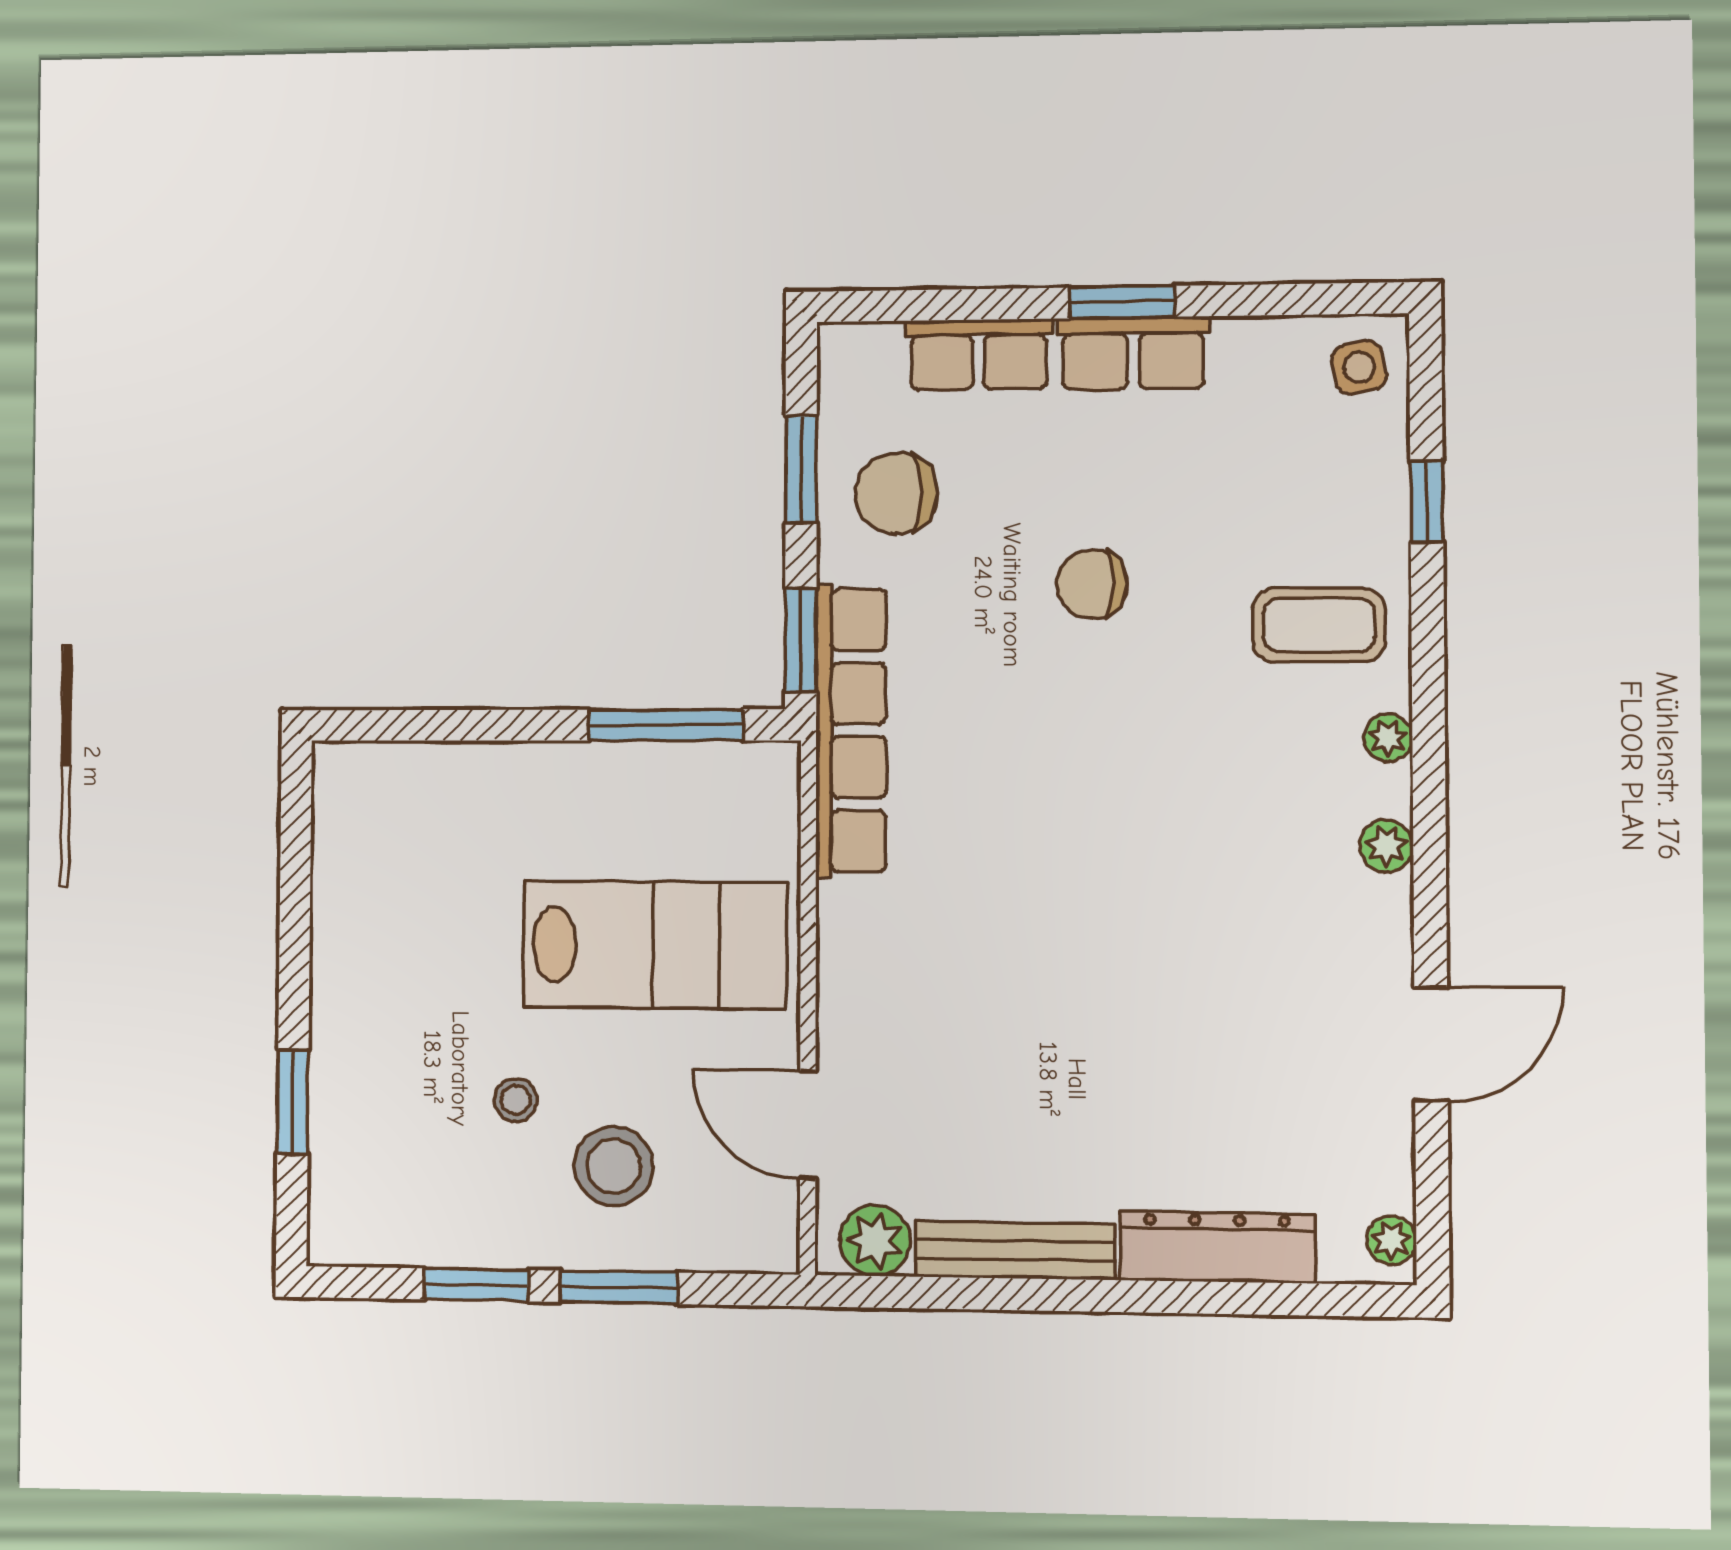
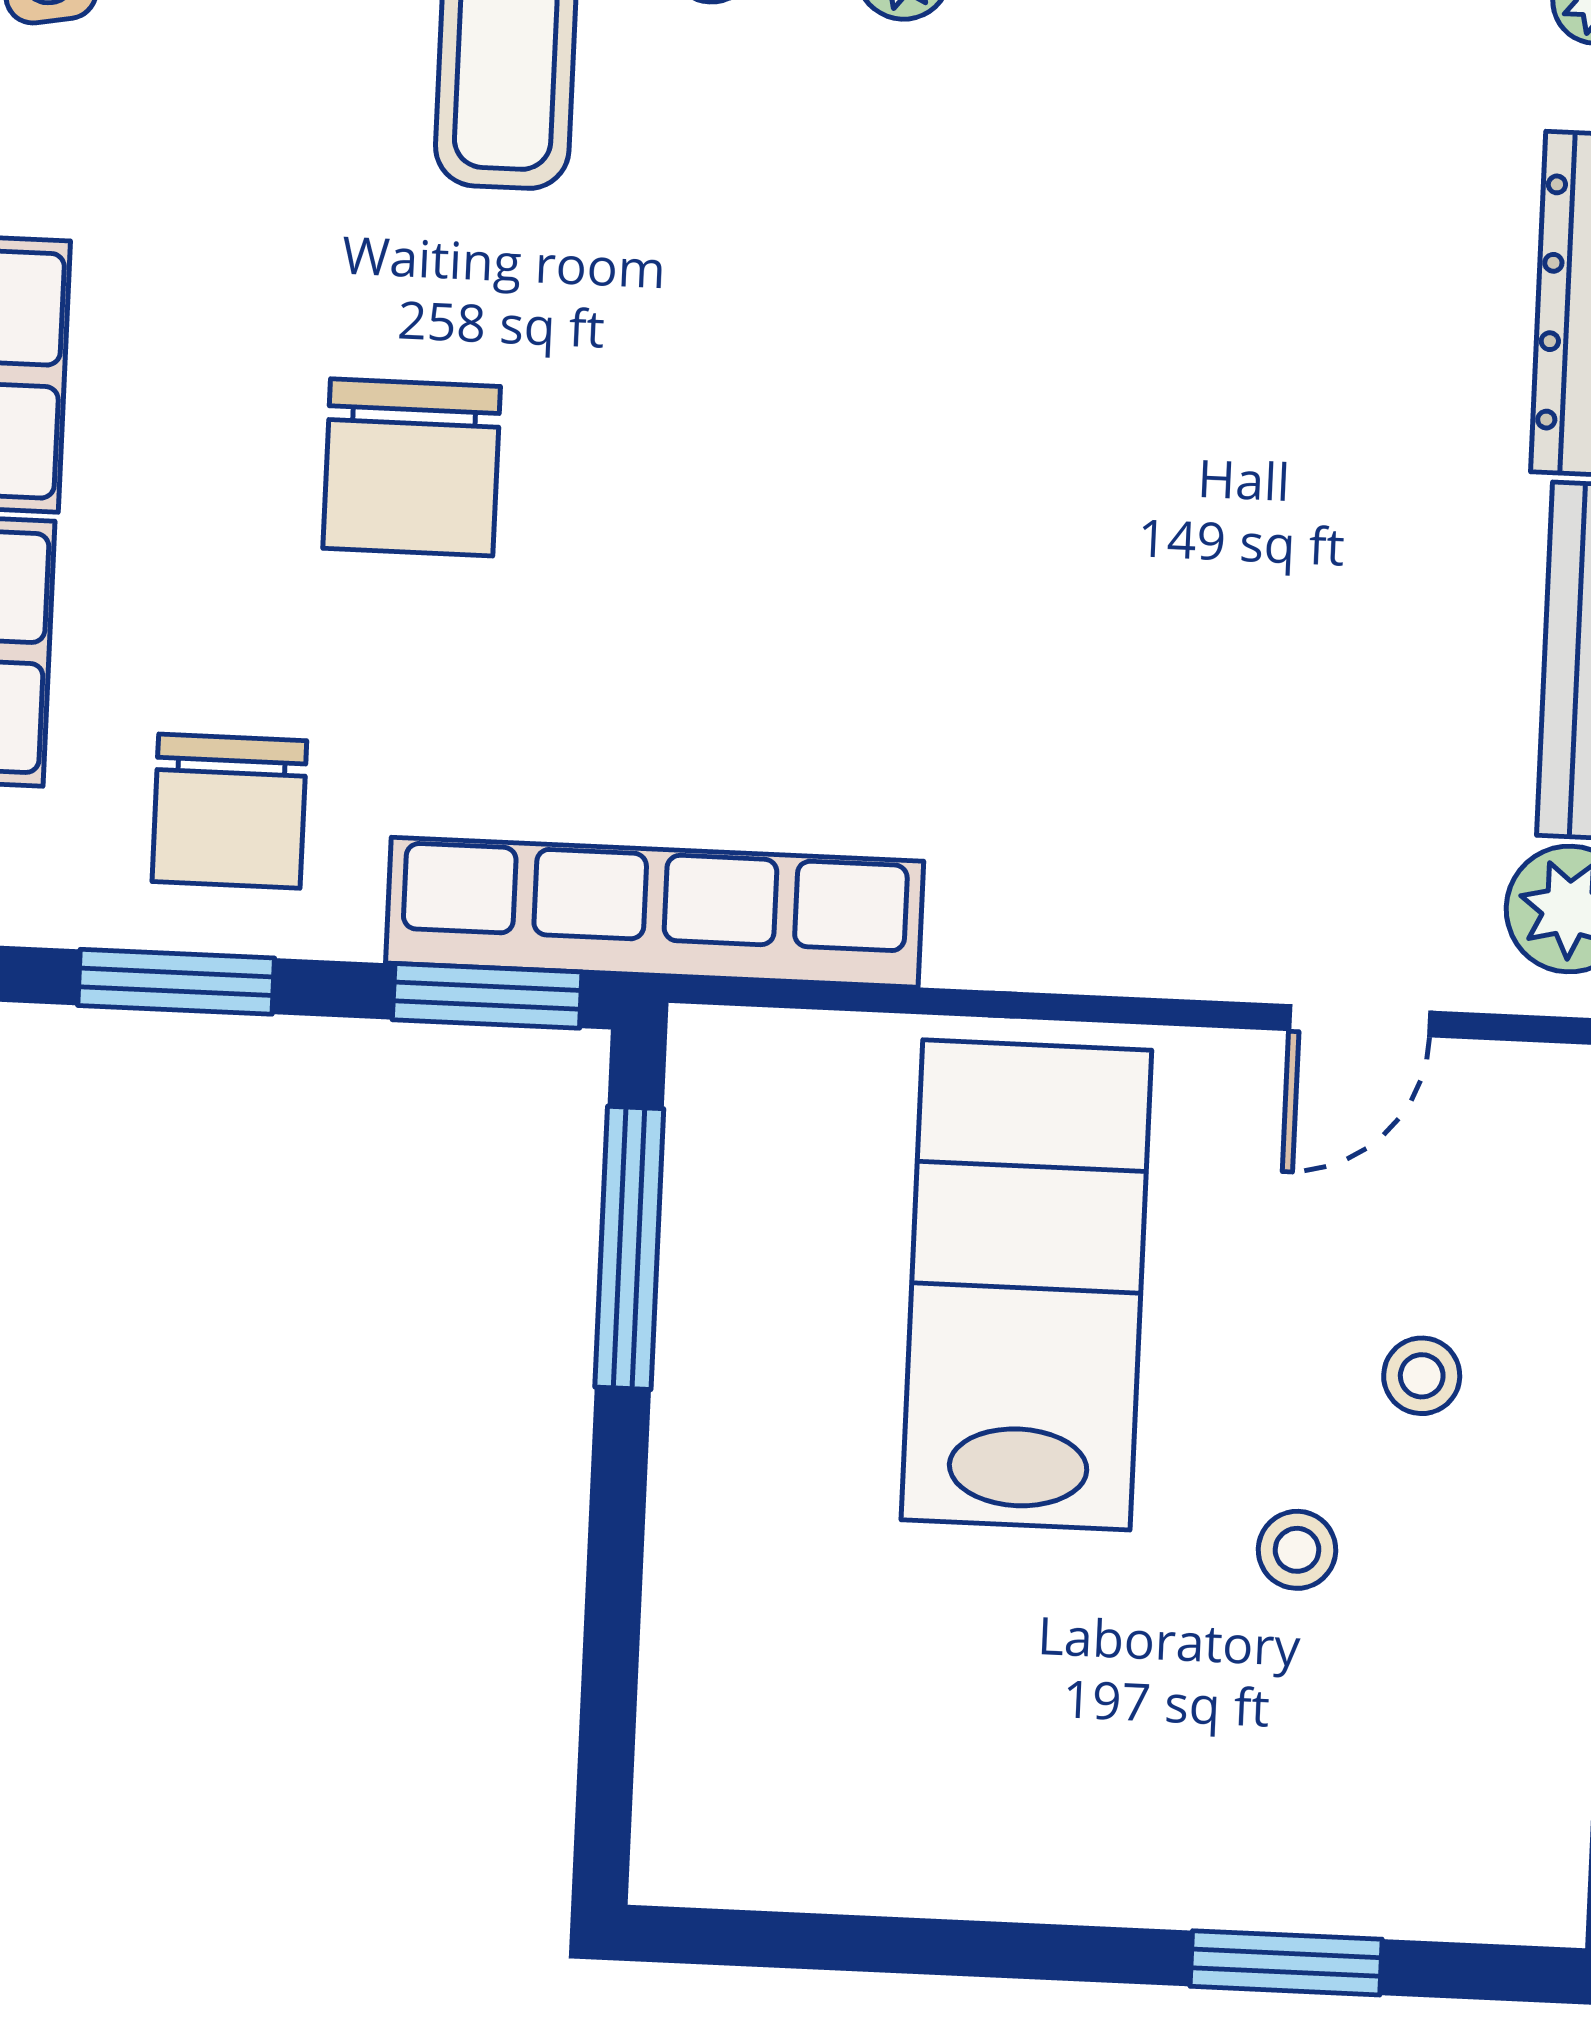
chair: (1092, 584) -> (412, 467), width x1.37, depth x1.37
door: (808, 1125) -> (1360, 1021), width x0.73
stool: (614, 1166) -> (1422, 1376), width x0.53, depth x0.53

